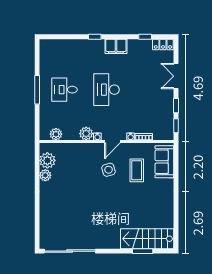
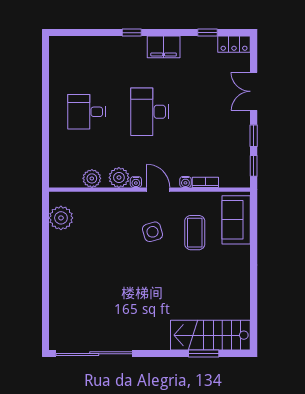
window: (37, 90) -> (46, 112), removed
plant: (56, 134) -> (92, 178), moved
door: (112, 142) -> (158, 190), swing flipped
plant: (45, 175) -> (58, 240), removed

